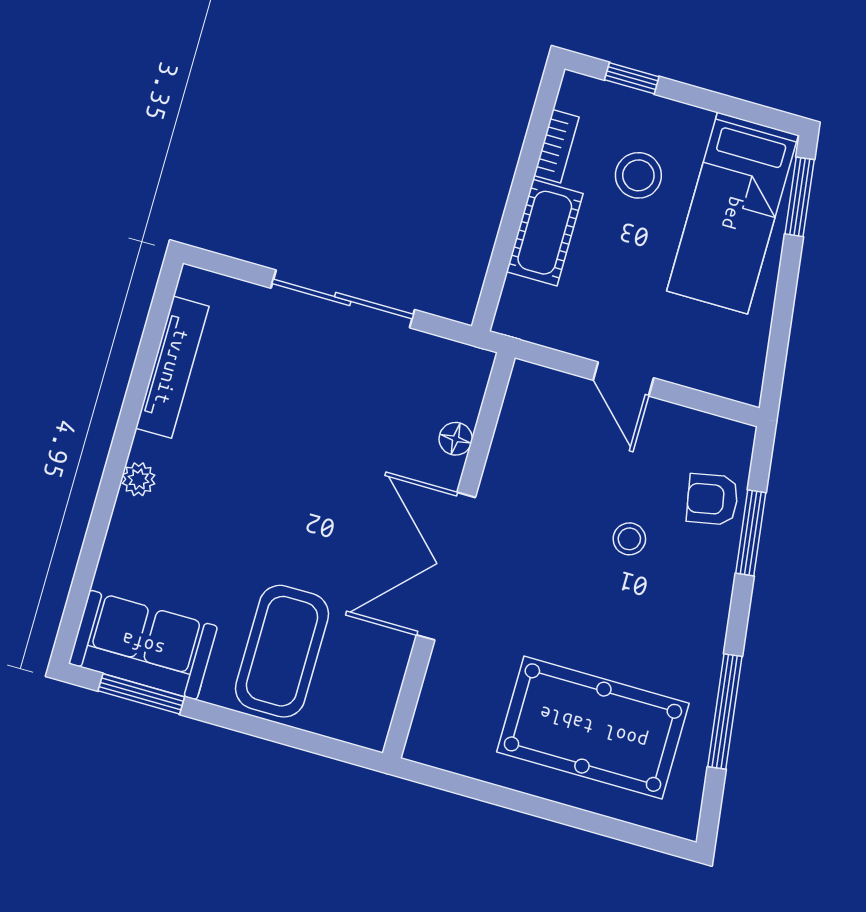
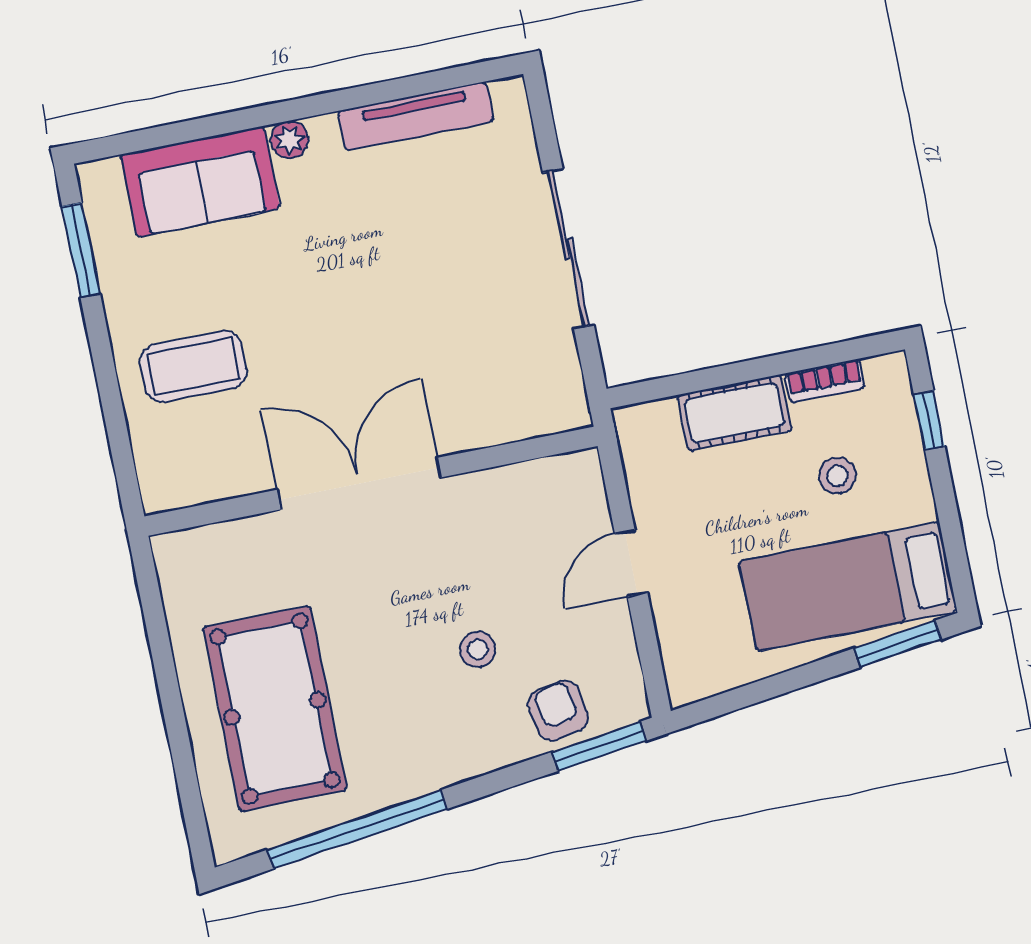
stool: (638, 175) -> (838, 476), width x0.73, depth x0.73
floor lamp: (456, 439) -> (488, 429), removed
window: (751, 533) -> (599, 746), moved
sofa: (143, 645) -> (200, 182), moved, turned 90
coffee table: (282, 651) -> (193, 366), width x0.73, depth x0.76
window: (725, 711) -> (357, 829), width x1.46

